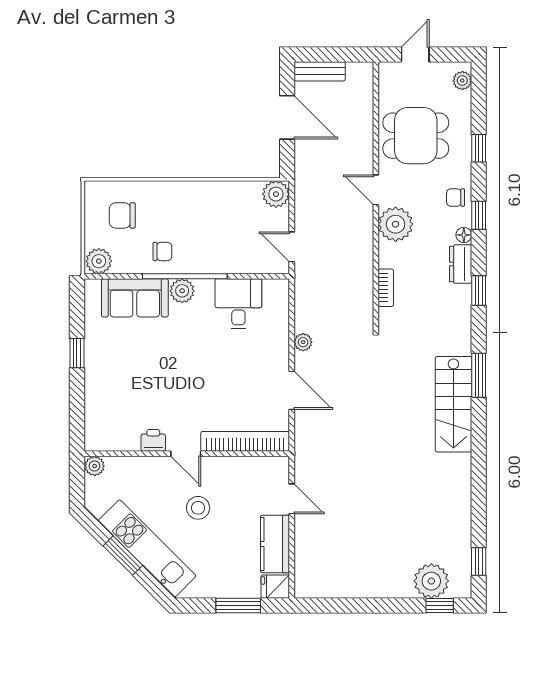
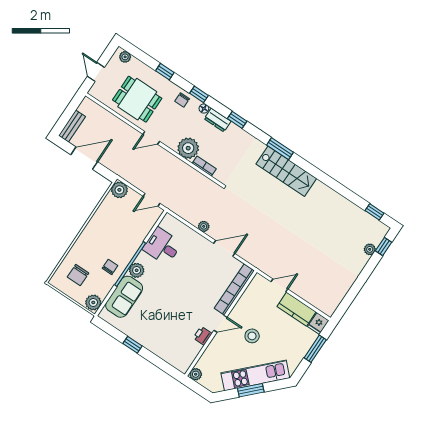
dining table: (416, 136) -> (137, 99), turned 90
plant: (396, 224) -> (188, 148), moved
plant: (431, 581) -> (370, 249), width x0.53, depth x0.53

